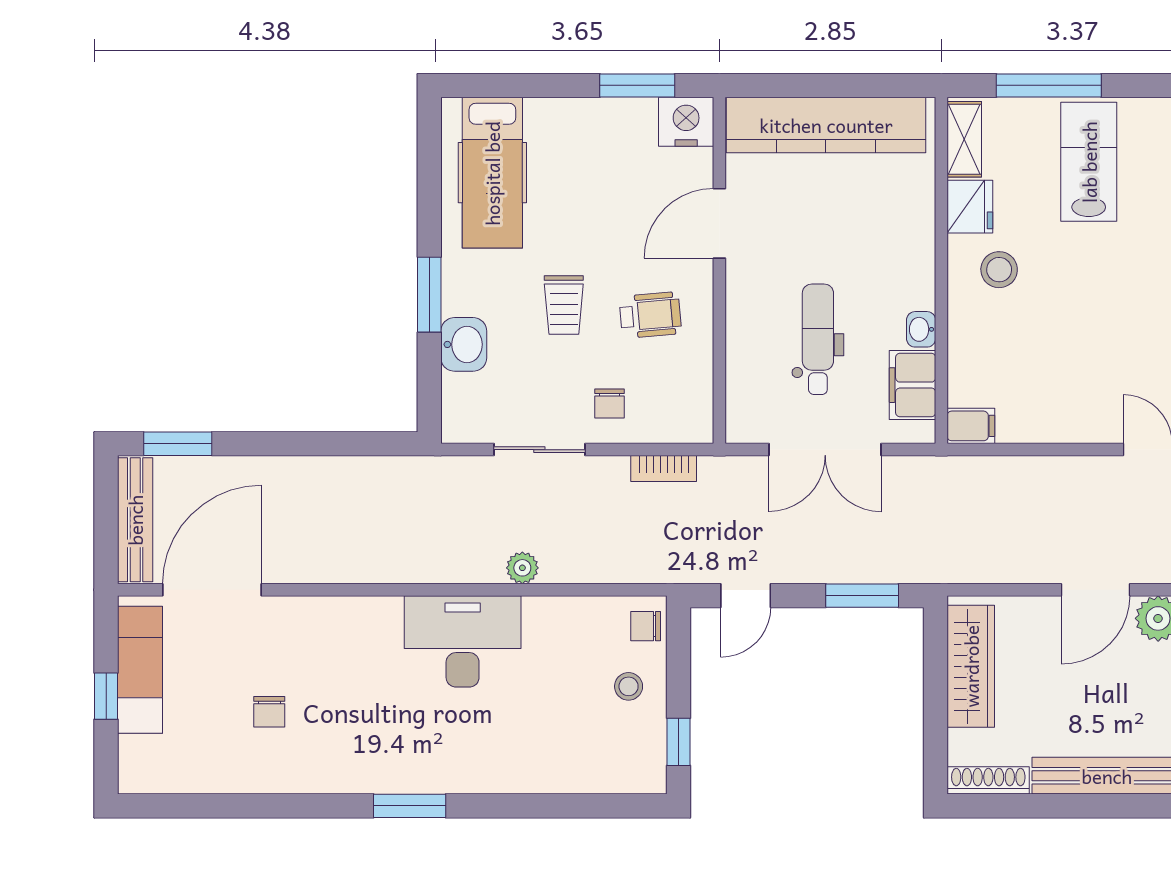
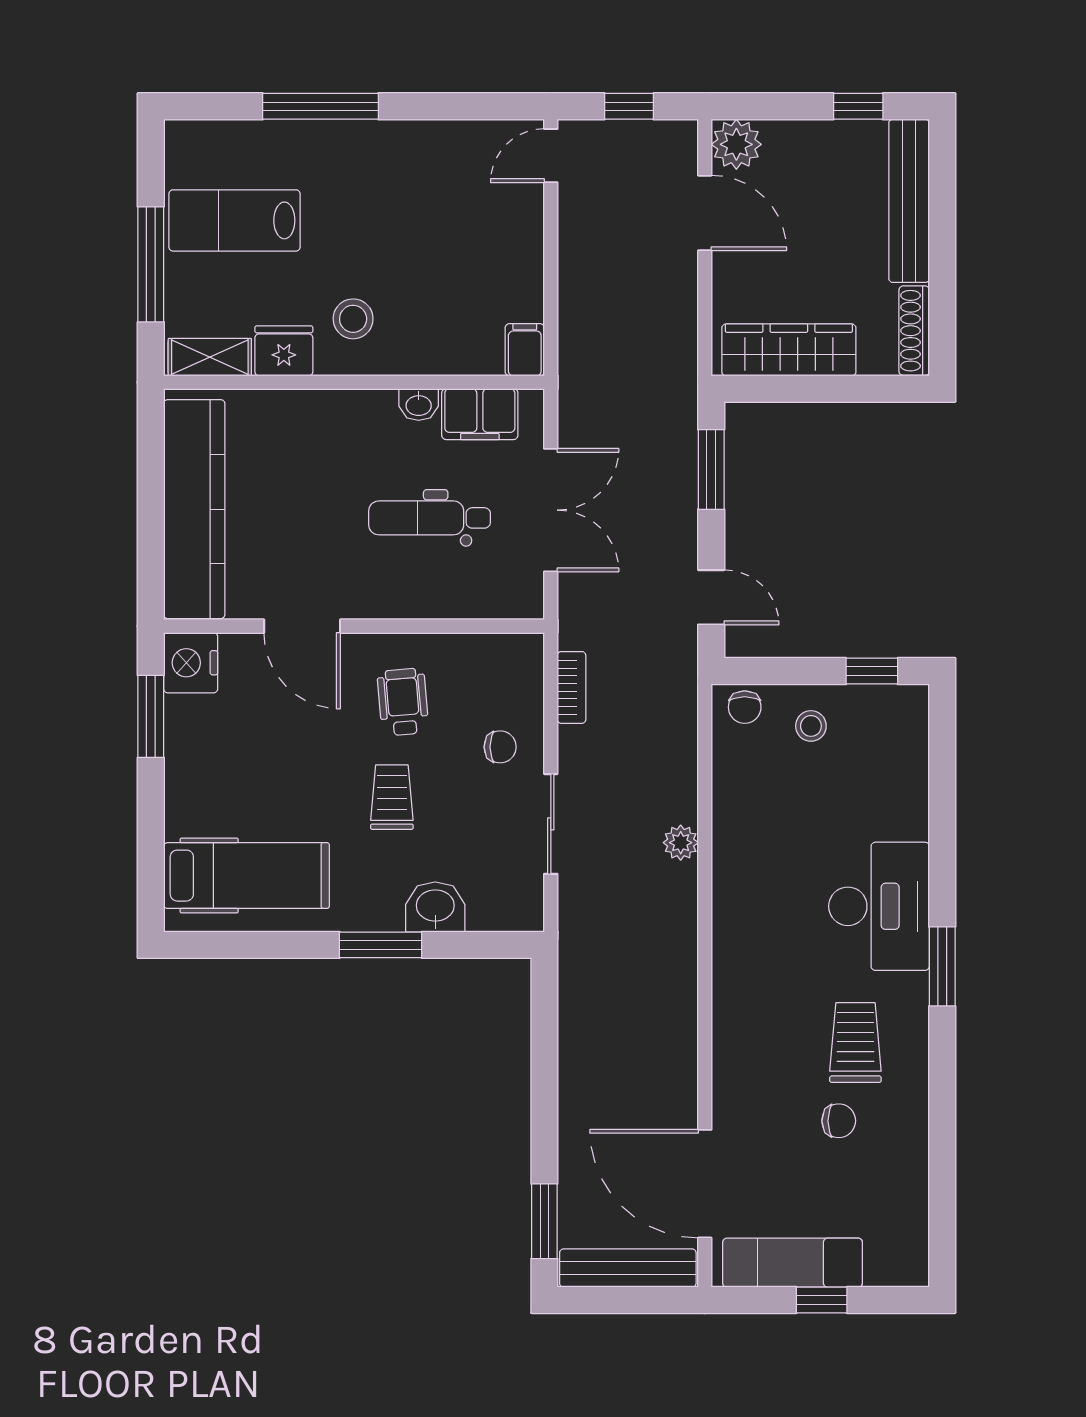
trolley: (564, 305) -> (392, 797), turned -90
desk: (463, 641) -> (879, 906), moved, turned 180
trolley: (340, 727) -> (855, 1043), added

